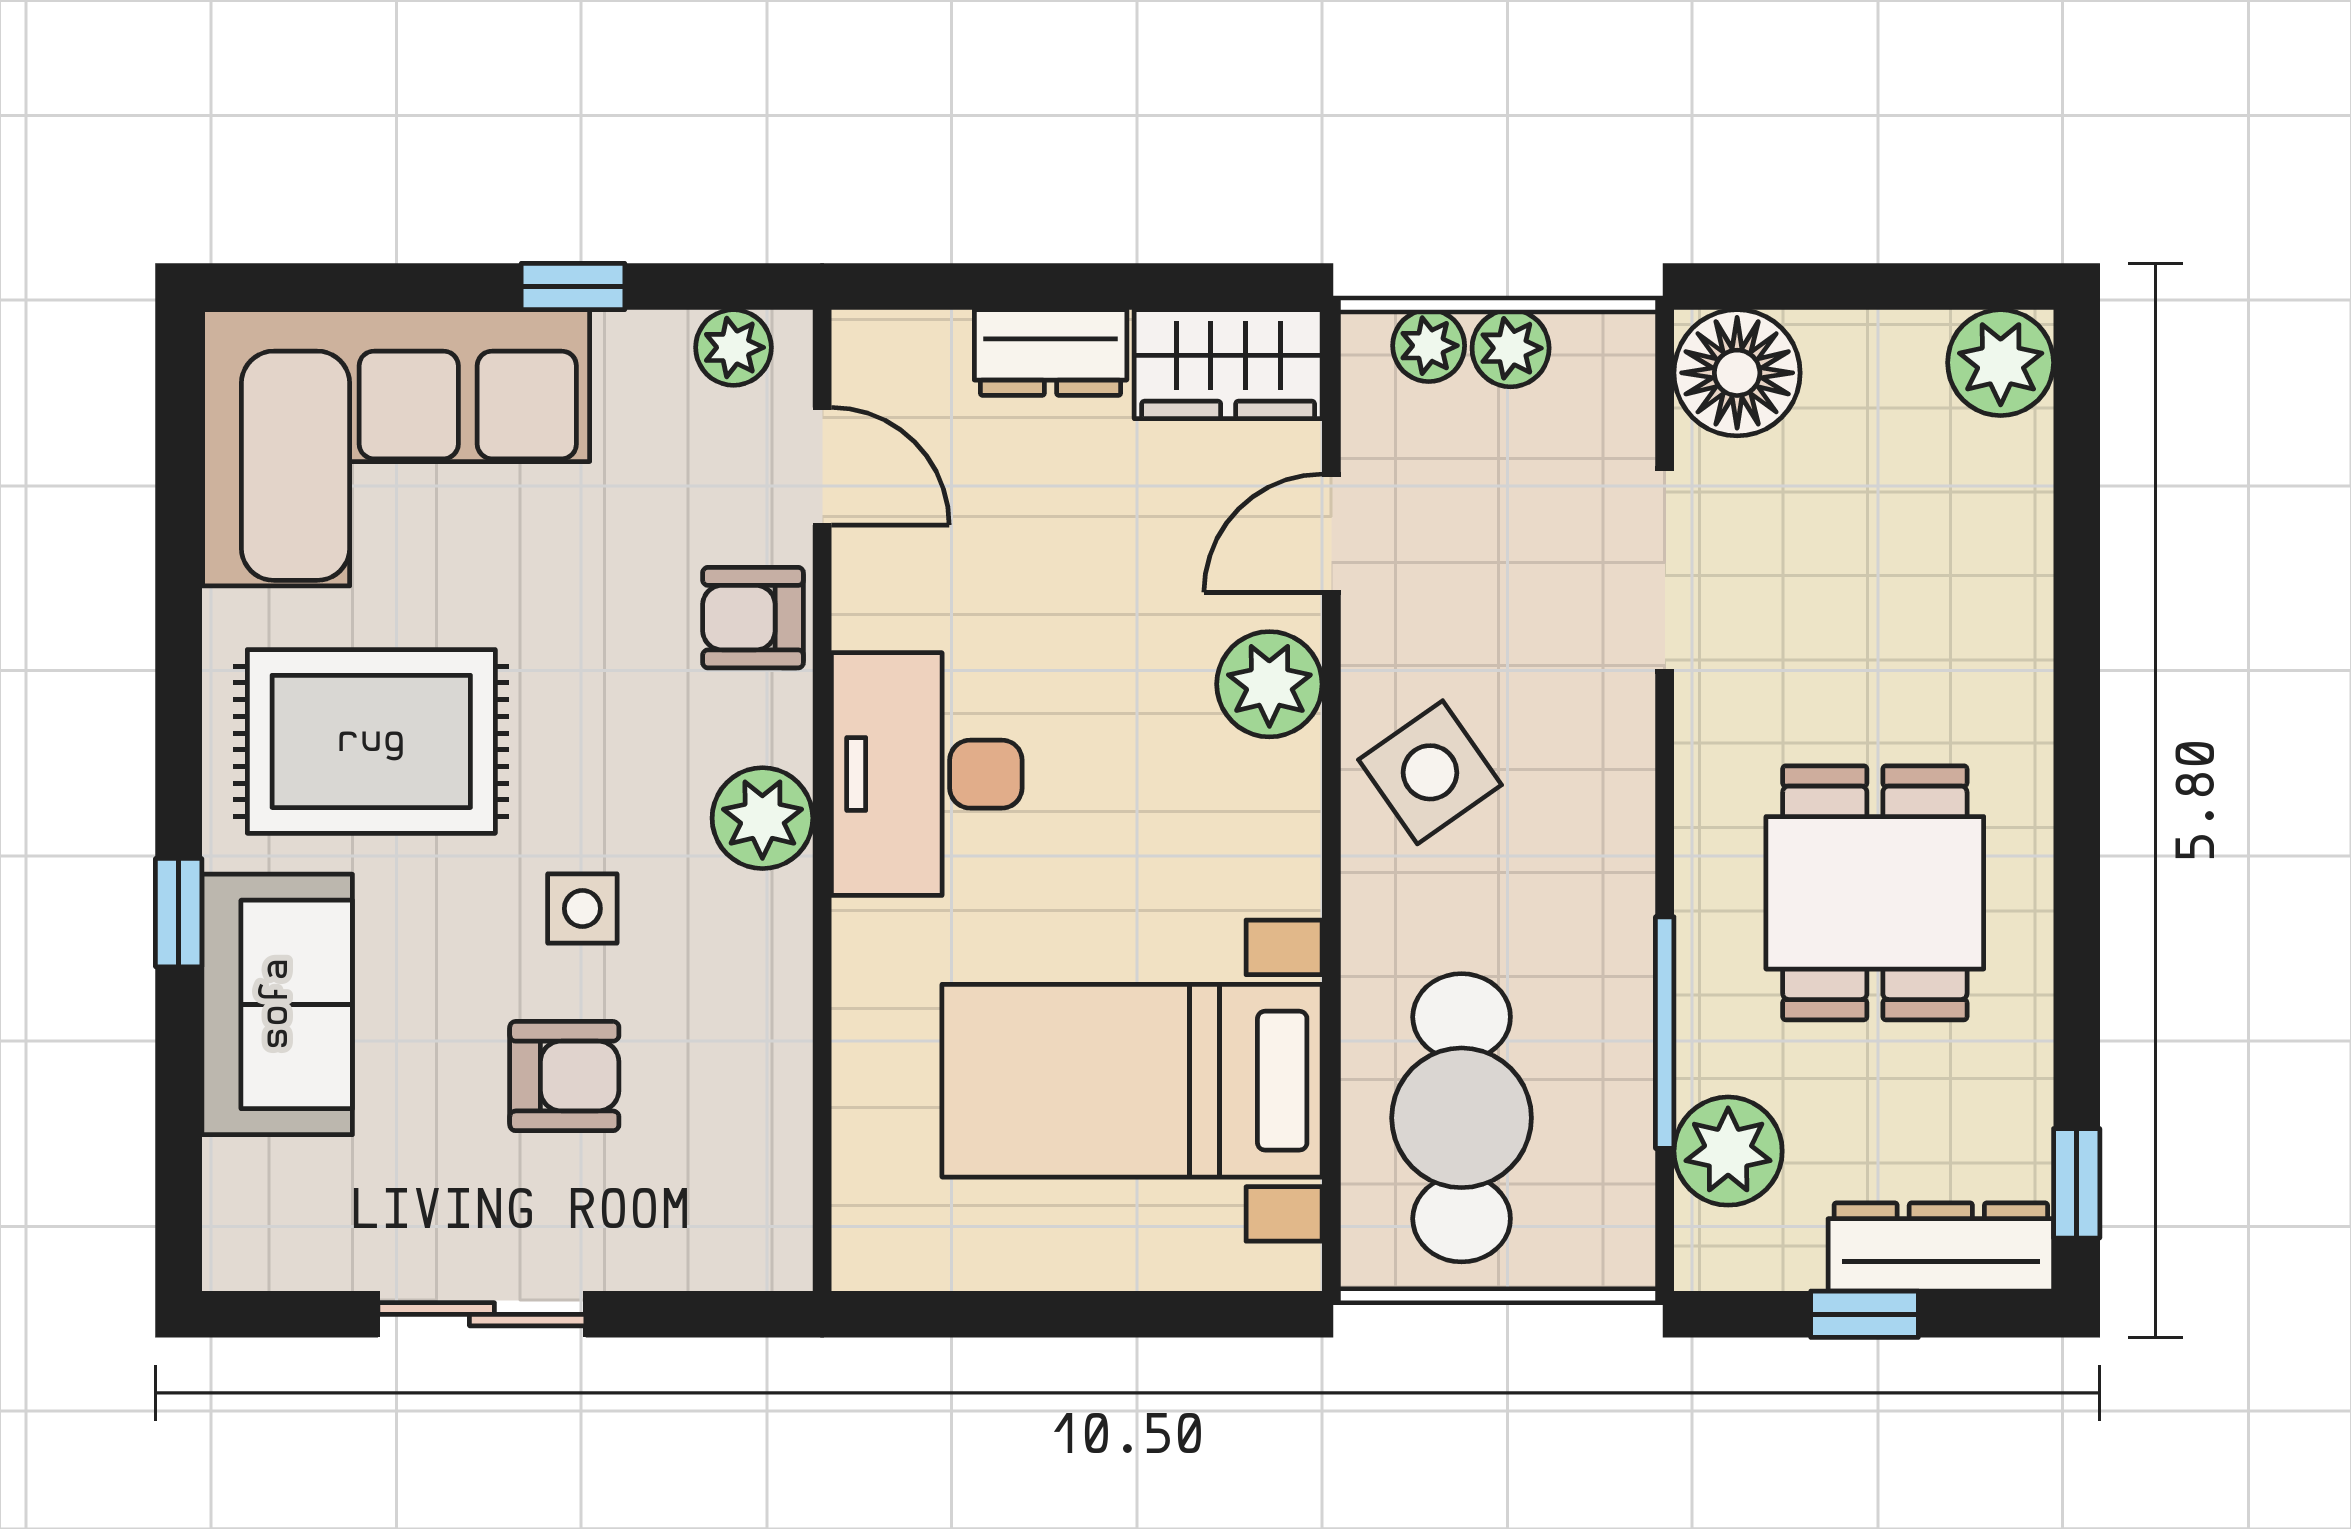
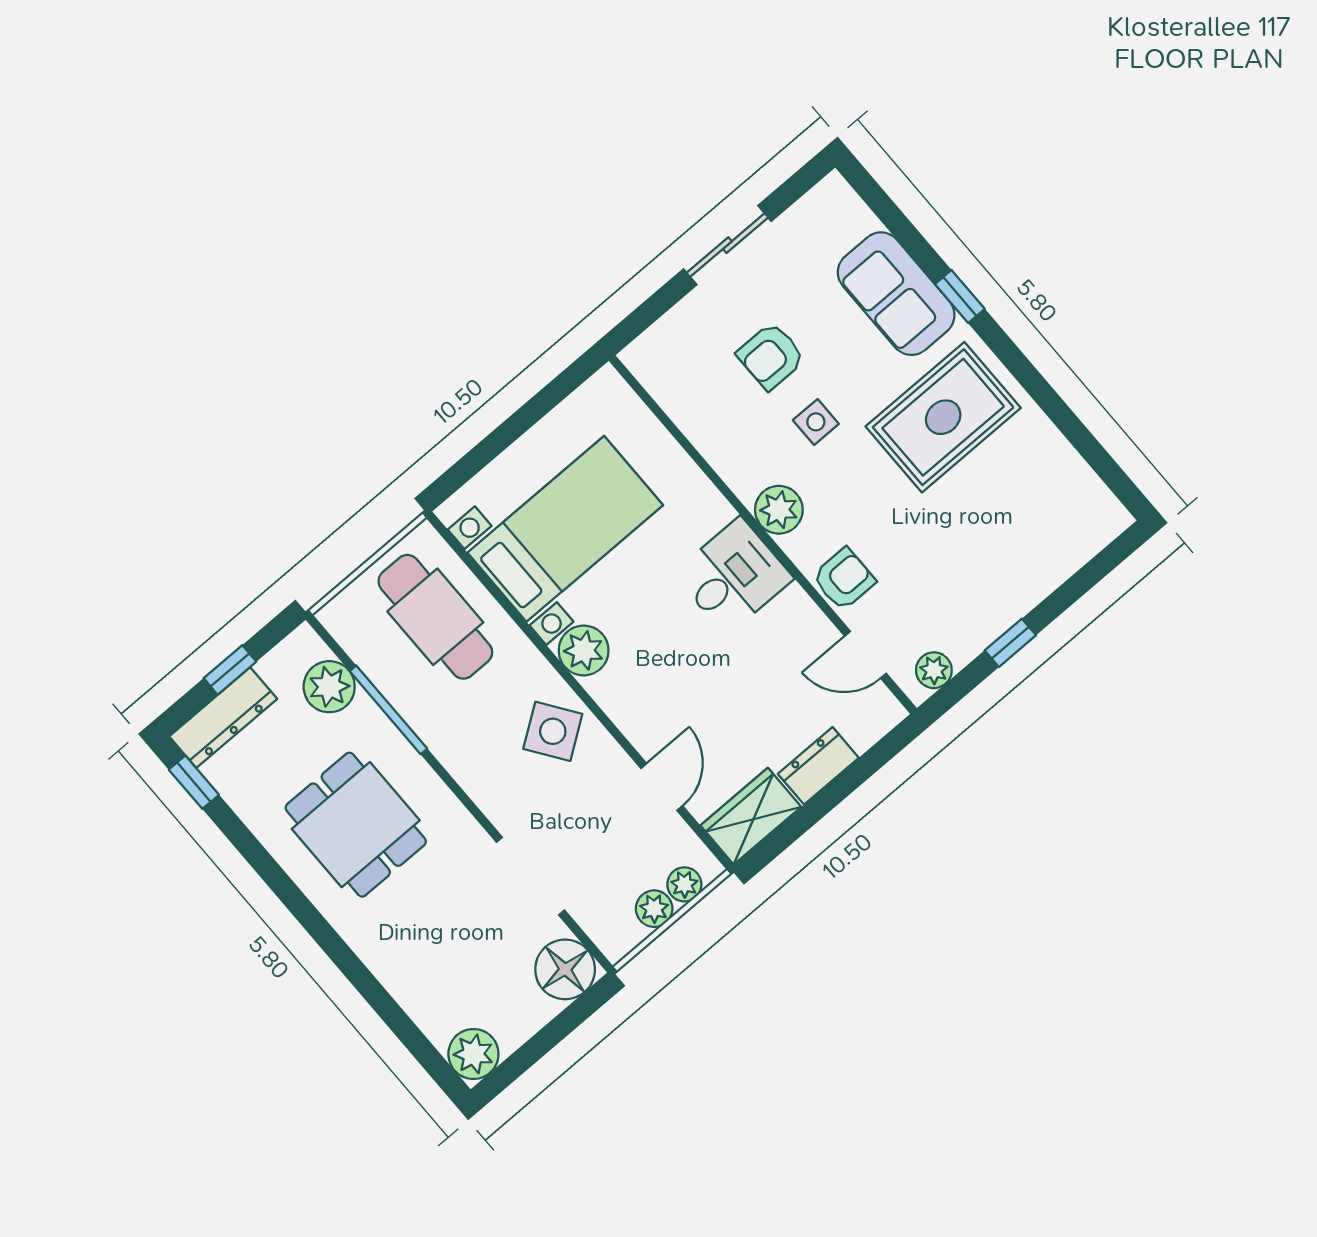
corner sofa: (396, 448) -> (1024, 530), removed
plant: (1269, 684) -> (584, 650), moved
desk: (927, 774) -> (733, 576), width x0.73

